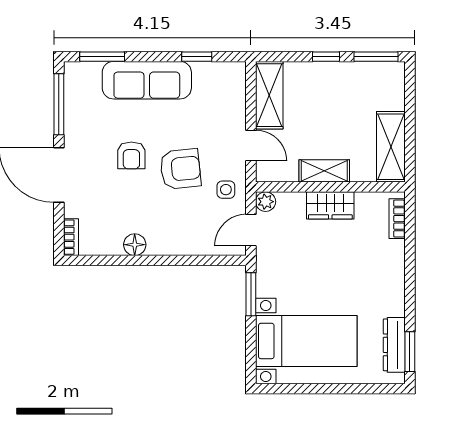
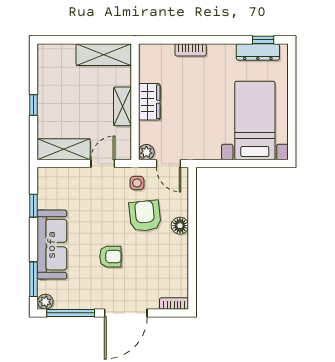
window: (376, 57) -> (34, 66), removed
plant: (73, 72) -> (45, 302), added
armchair: (180, 169) -> (145, 216), moved
bookcase: (397, 219) -> (191, 50), moved
floor lamp: (135, 245) -> (180, 226), moved
window: (251, 294) -> (218, 164), removed
window: (410, 352) -> (263, 40), width x0.67

